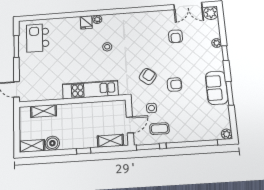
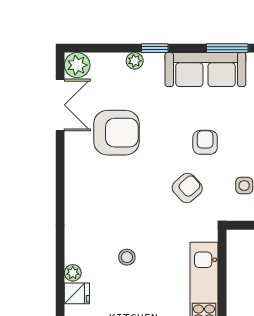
armchair: (176, 36) -> (117, 133), width x1.88, depth x1.88
armchair: (148, 76) -> (187, 188), turned 100
sofa: (217, 88) -> (205, 70), width x1.36

